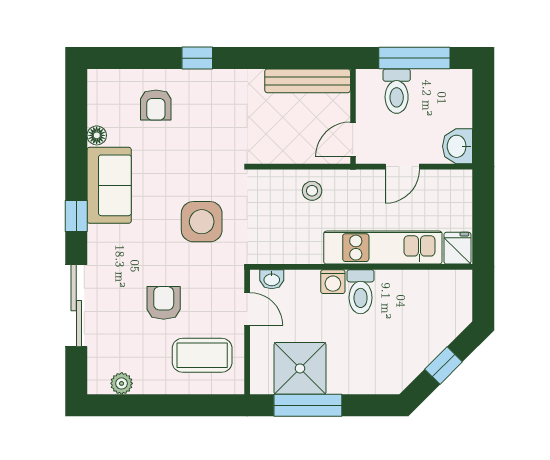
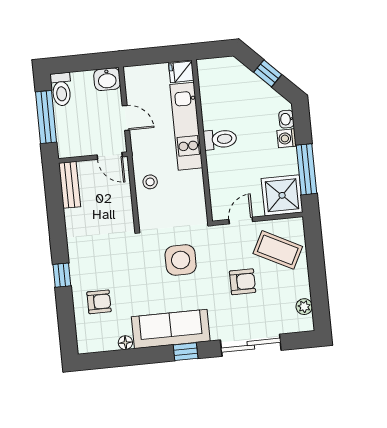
bench: (308, 81) -> (70, 185), width x0.73
toilet: (397, 91) -> (61, 89), moved, turned 90
sofa: (109, 185) -> (171, 329), width x1.36
washbasin: (272, 279) -> (286, 119), moved, turned 180
washing machine: (333, 282) -> (287, 138), moved, turned 180
armchair: (164, 303) -> (242, 282), turned 180
coffee table: (202, 355) -> (278, 250), turned -63
shower: (300, 368) -> (282, 195), moved

